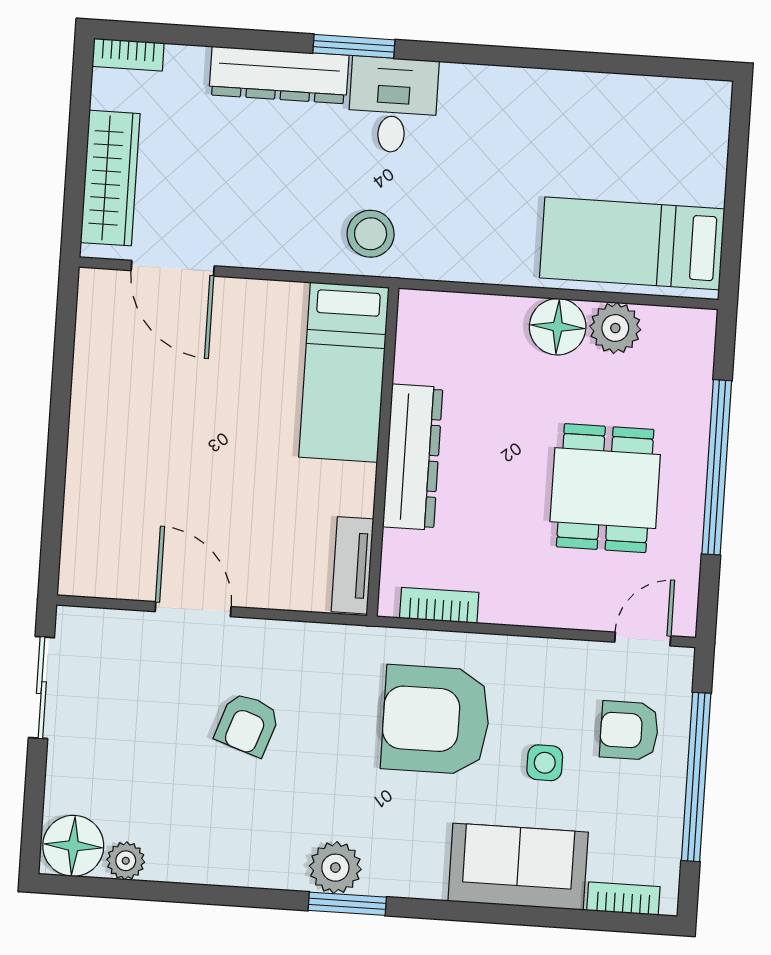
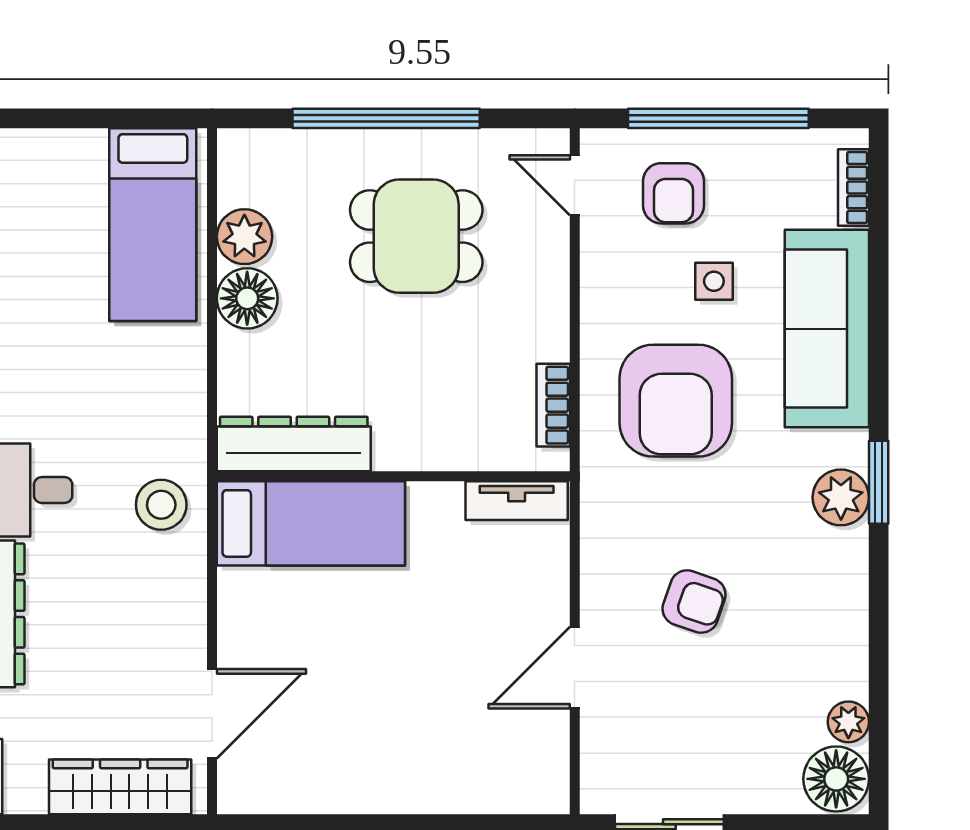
dresser: (413, 457) -> (294, 444), moved
sofa: (518, 867) -> (827, 329), width x1.36

